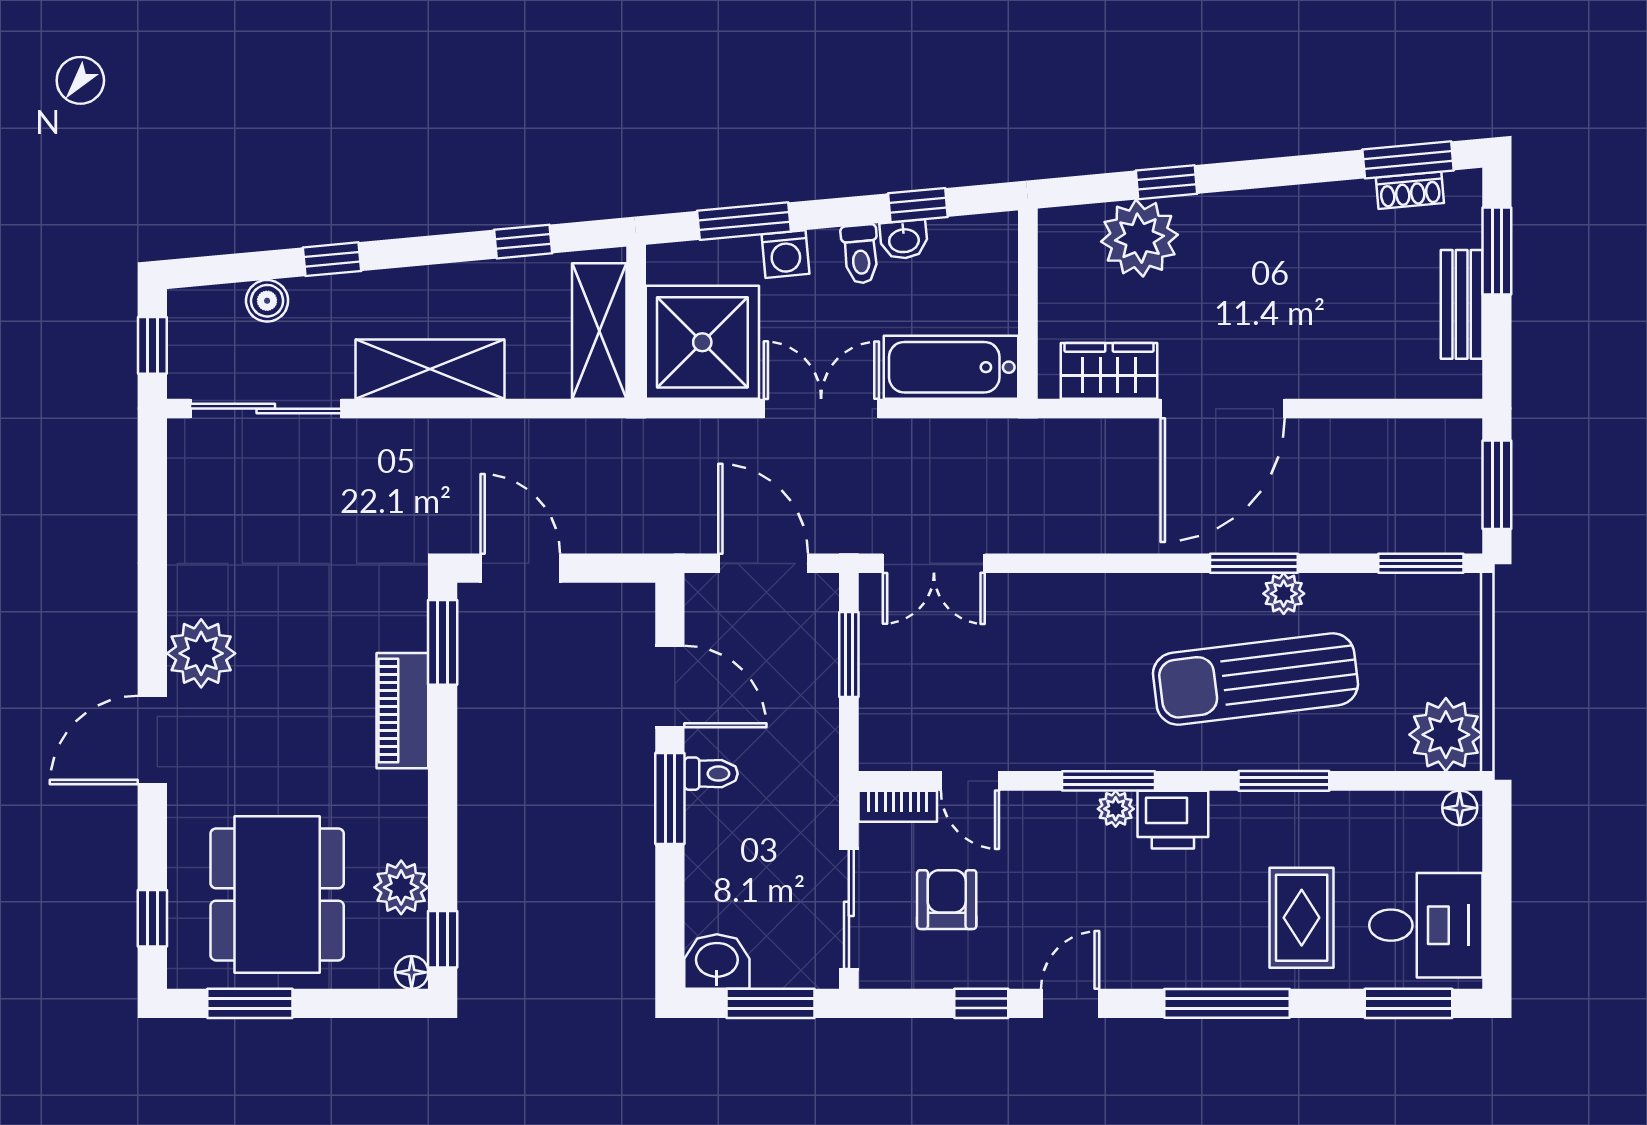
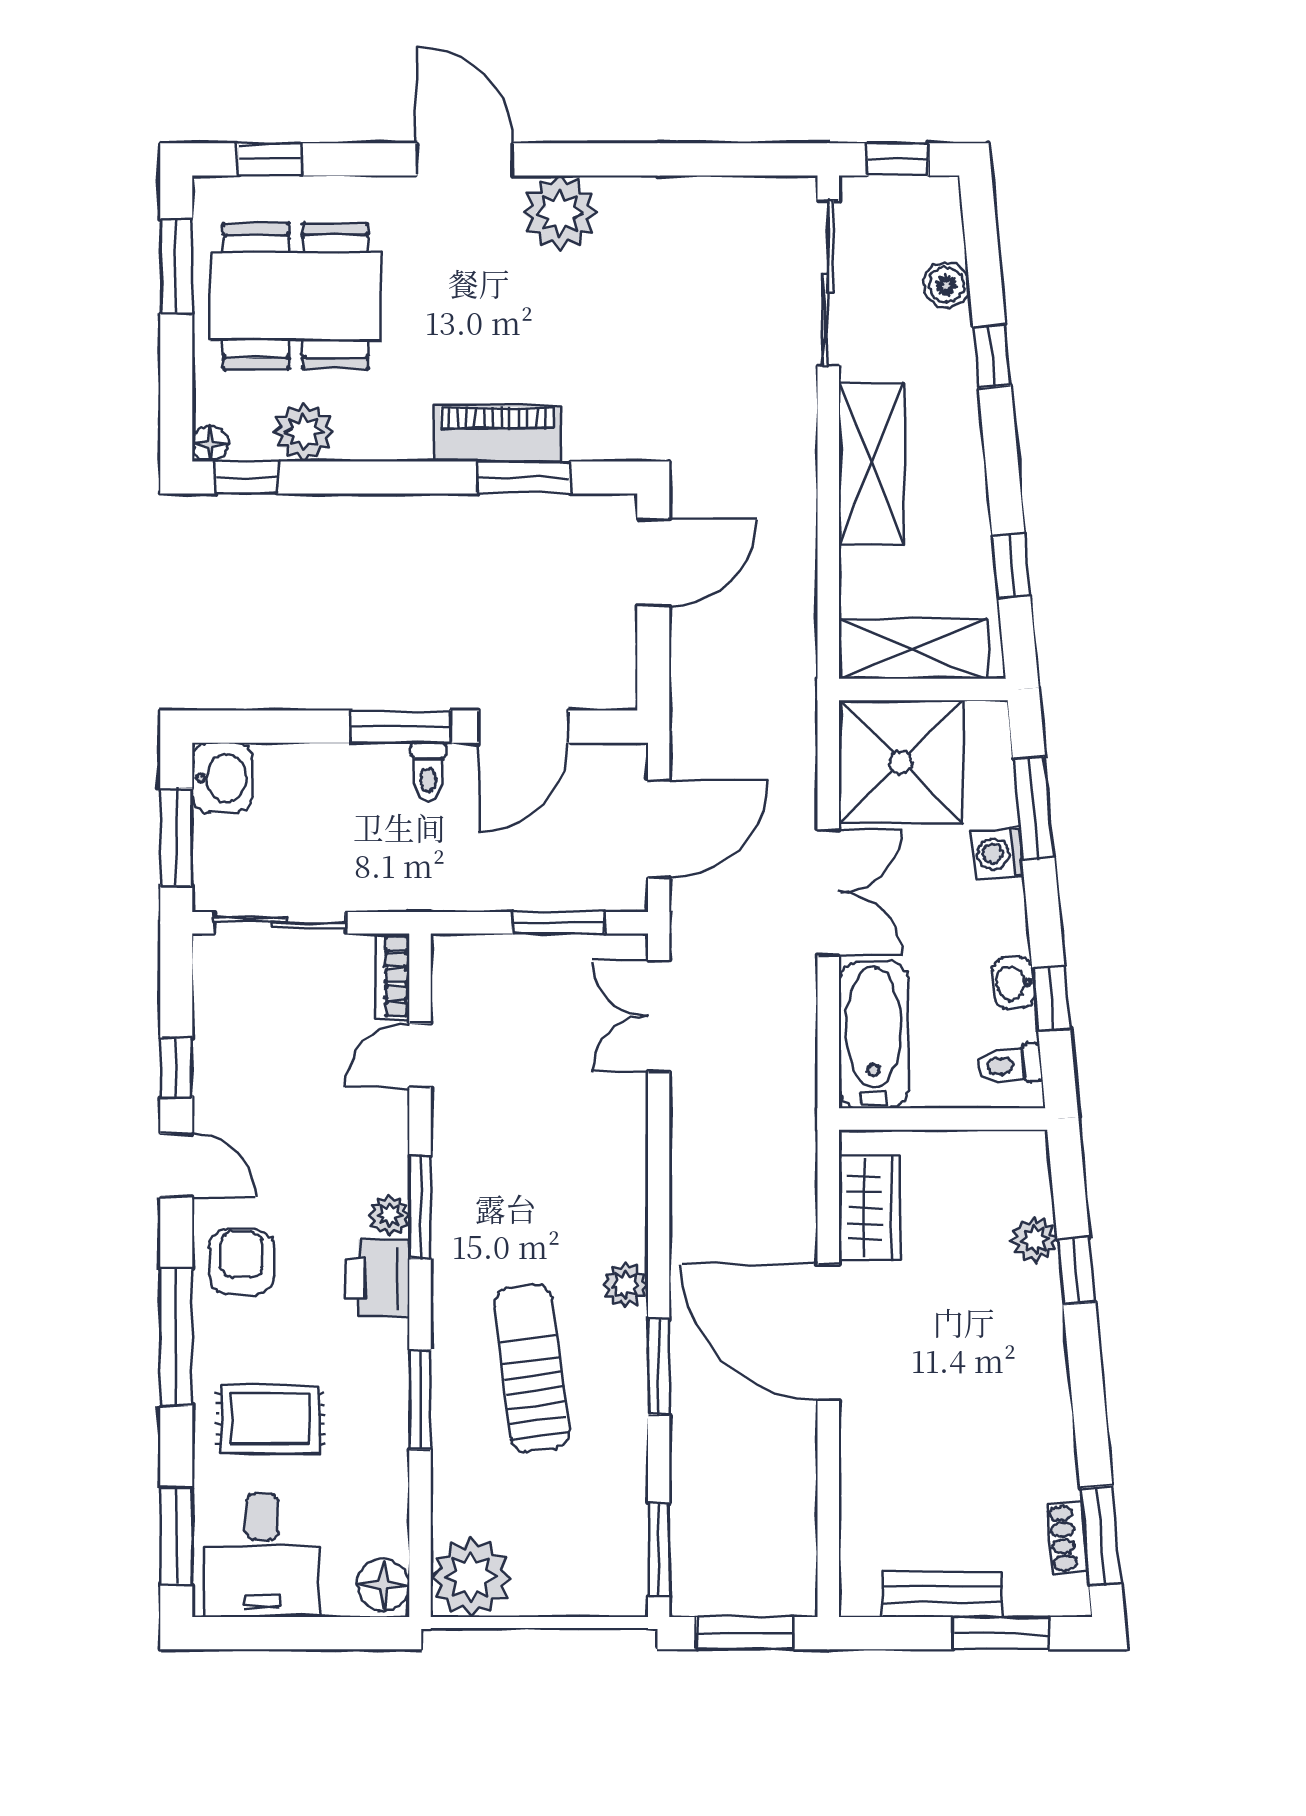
plant: (1139, 238) -> (1035, 1239), width x0.53, depth x0.53
toilet: (860, 254) -> (1009, 1065), moved
plant: (1284, 594) -> (625, 1285), moved
window: (443, 642) -> (524, 477), moved
sun lounger: (1255, 679) -> (532, 1368), width x0.73, depth x0.75
floor lamp: (1460, 808) -> (383, 1585), width x1.37, depth x1.37
armchair: (947, 900) -> (242, 1262), moved, turned -90

